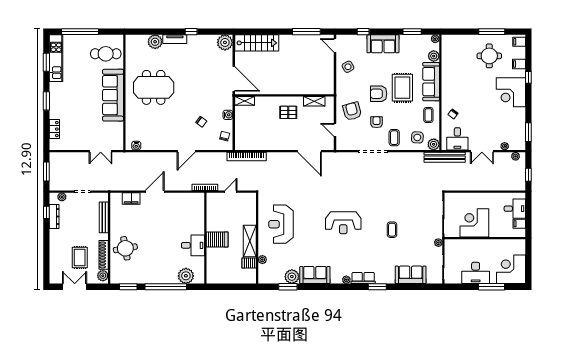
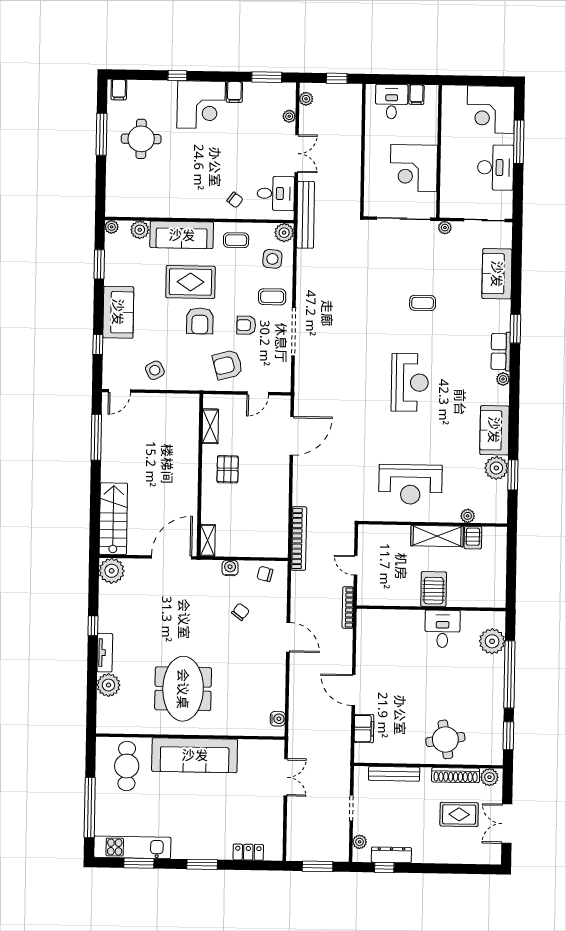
filing cabinet: (519, 64) -> (234, 92), moved

